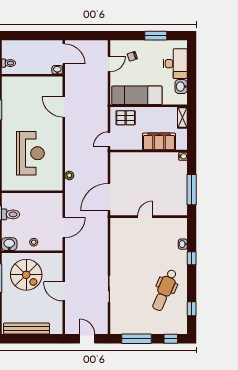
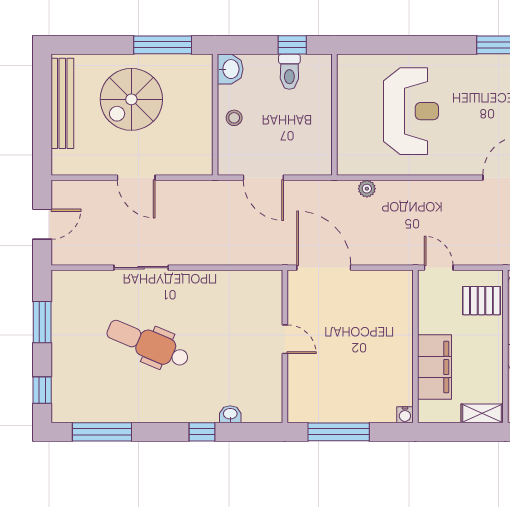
pallet: (126, 118) -> (481, 301), turned 90
reception desk: (30, 153) -> (411, 111), turned -90
spiral stairs: (26, 275) -> (131, 99), moved
dental chair: (165, 290) -> (148, 344), moved
door: (64, 291) -> (136, 178), swing flipped
window: (192, 309) -> (102, 432), width x2.17
window: (136, 339) -> (42, 322), width x0.69

